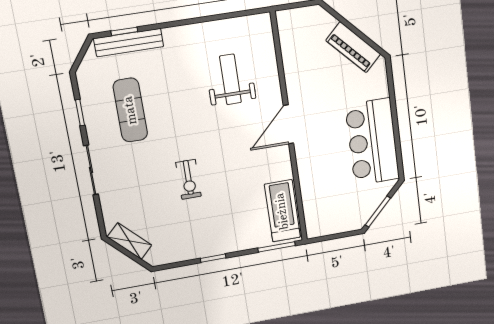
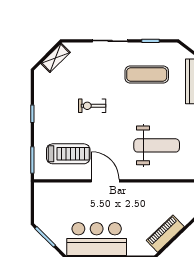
weight bench: (230, 79) -> (157, 145), width x1.36, depth x1.33
door: (288, 124) -> (105, 181), moved
treadmill: (282, 211) -> (68, 154), moved

